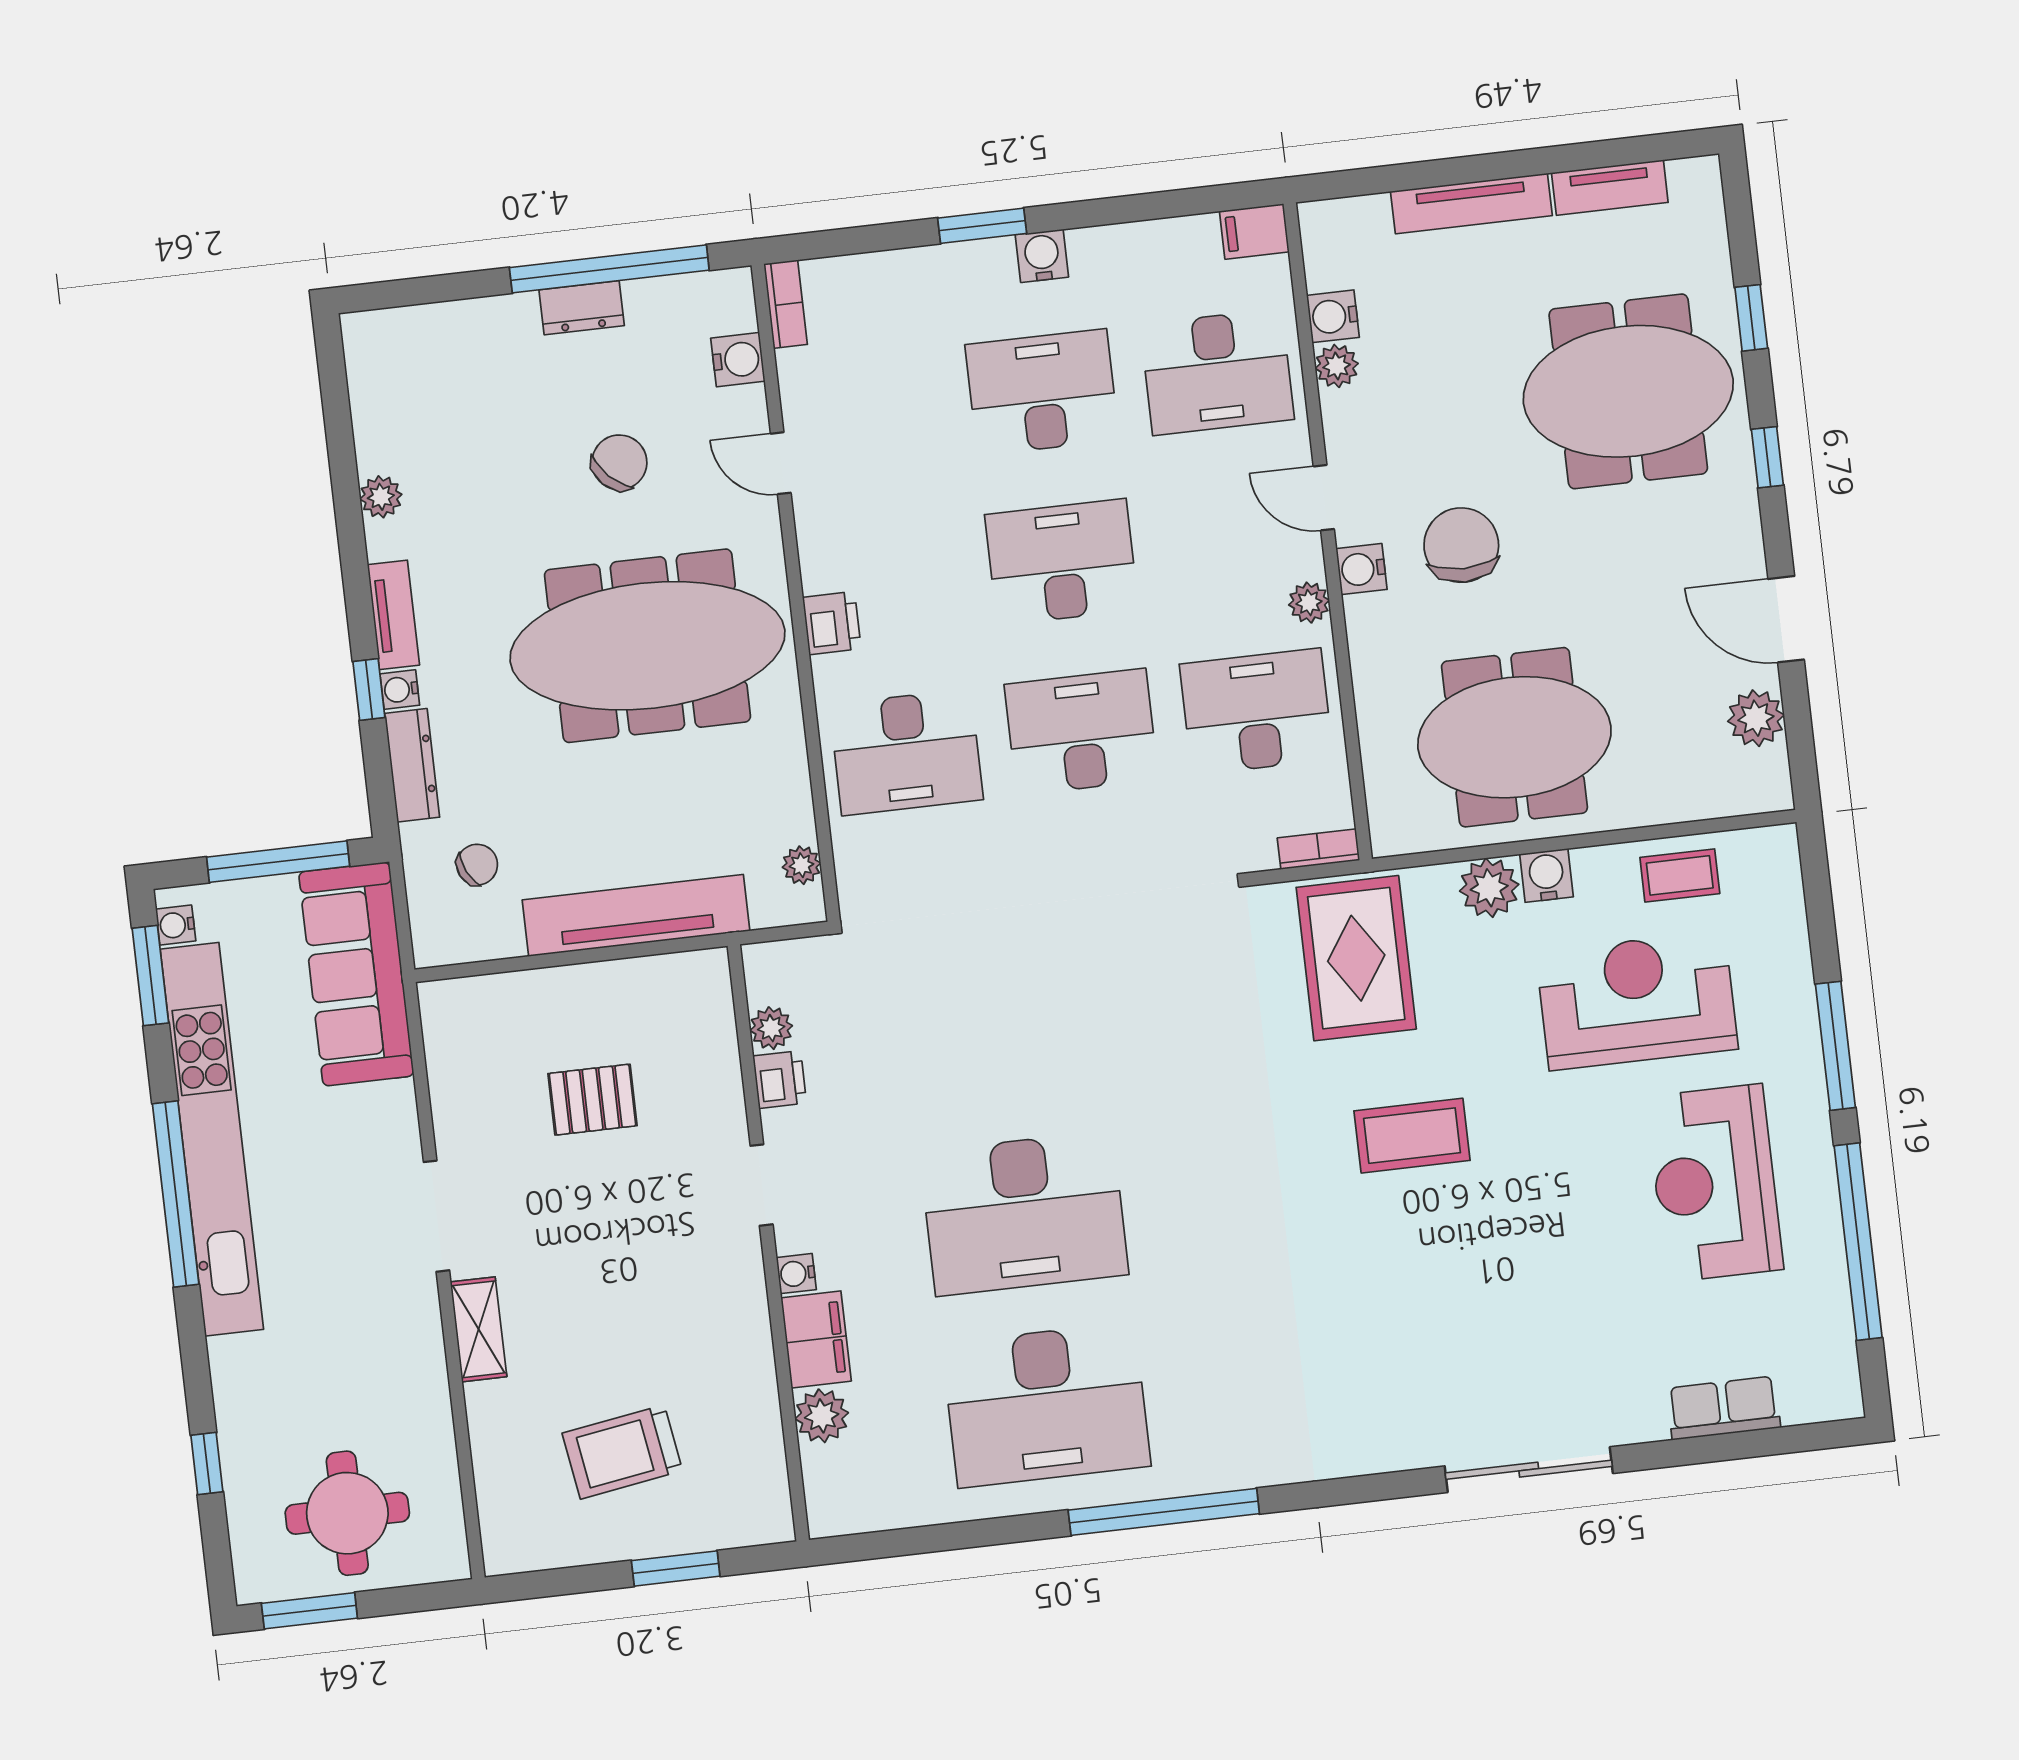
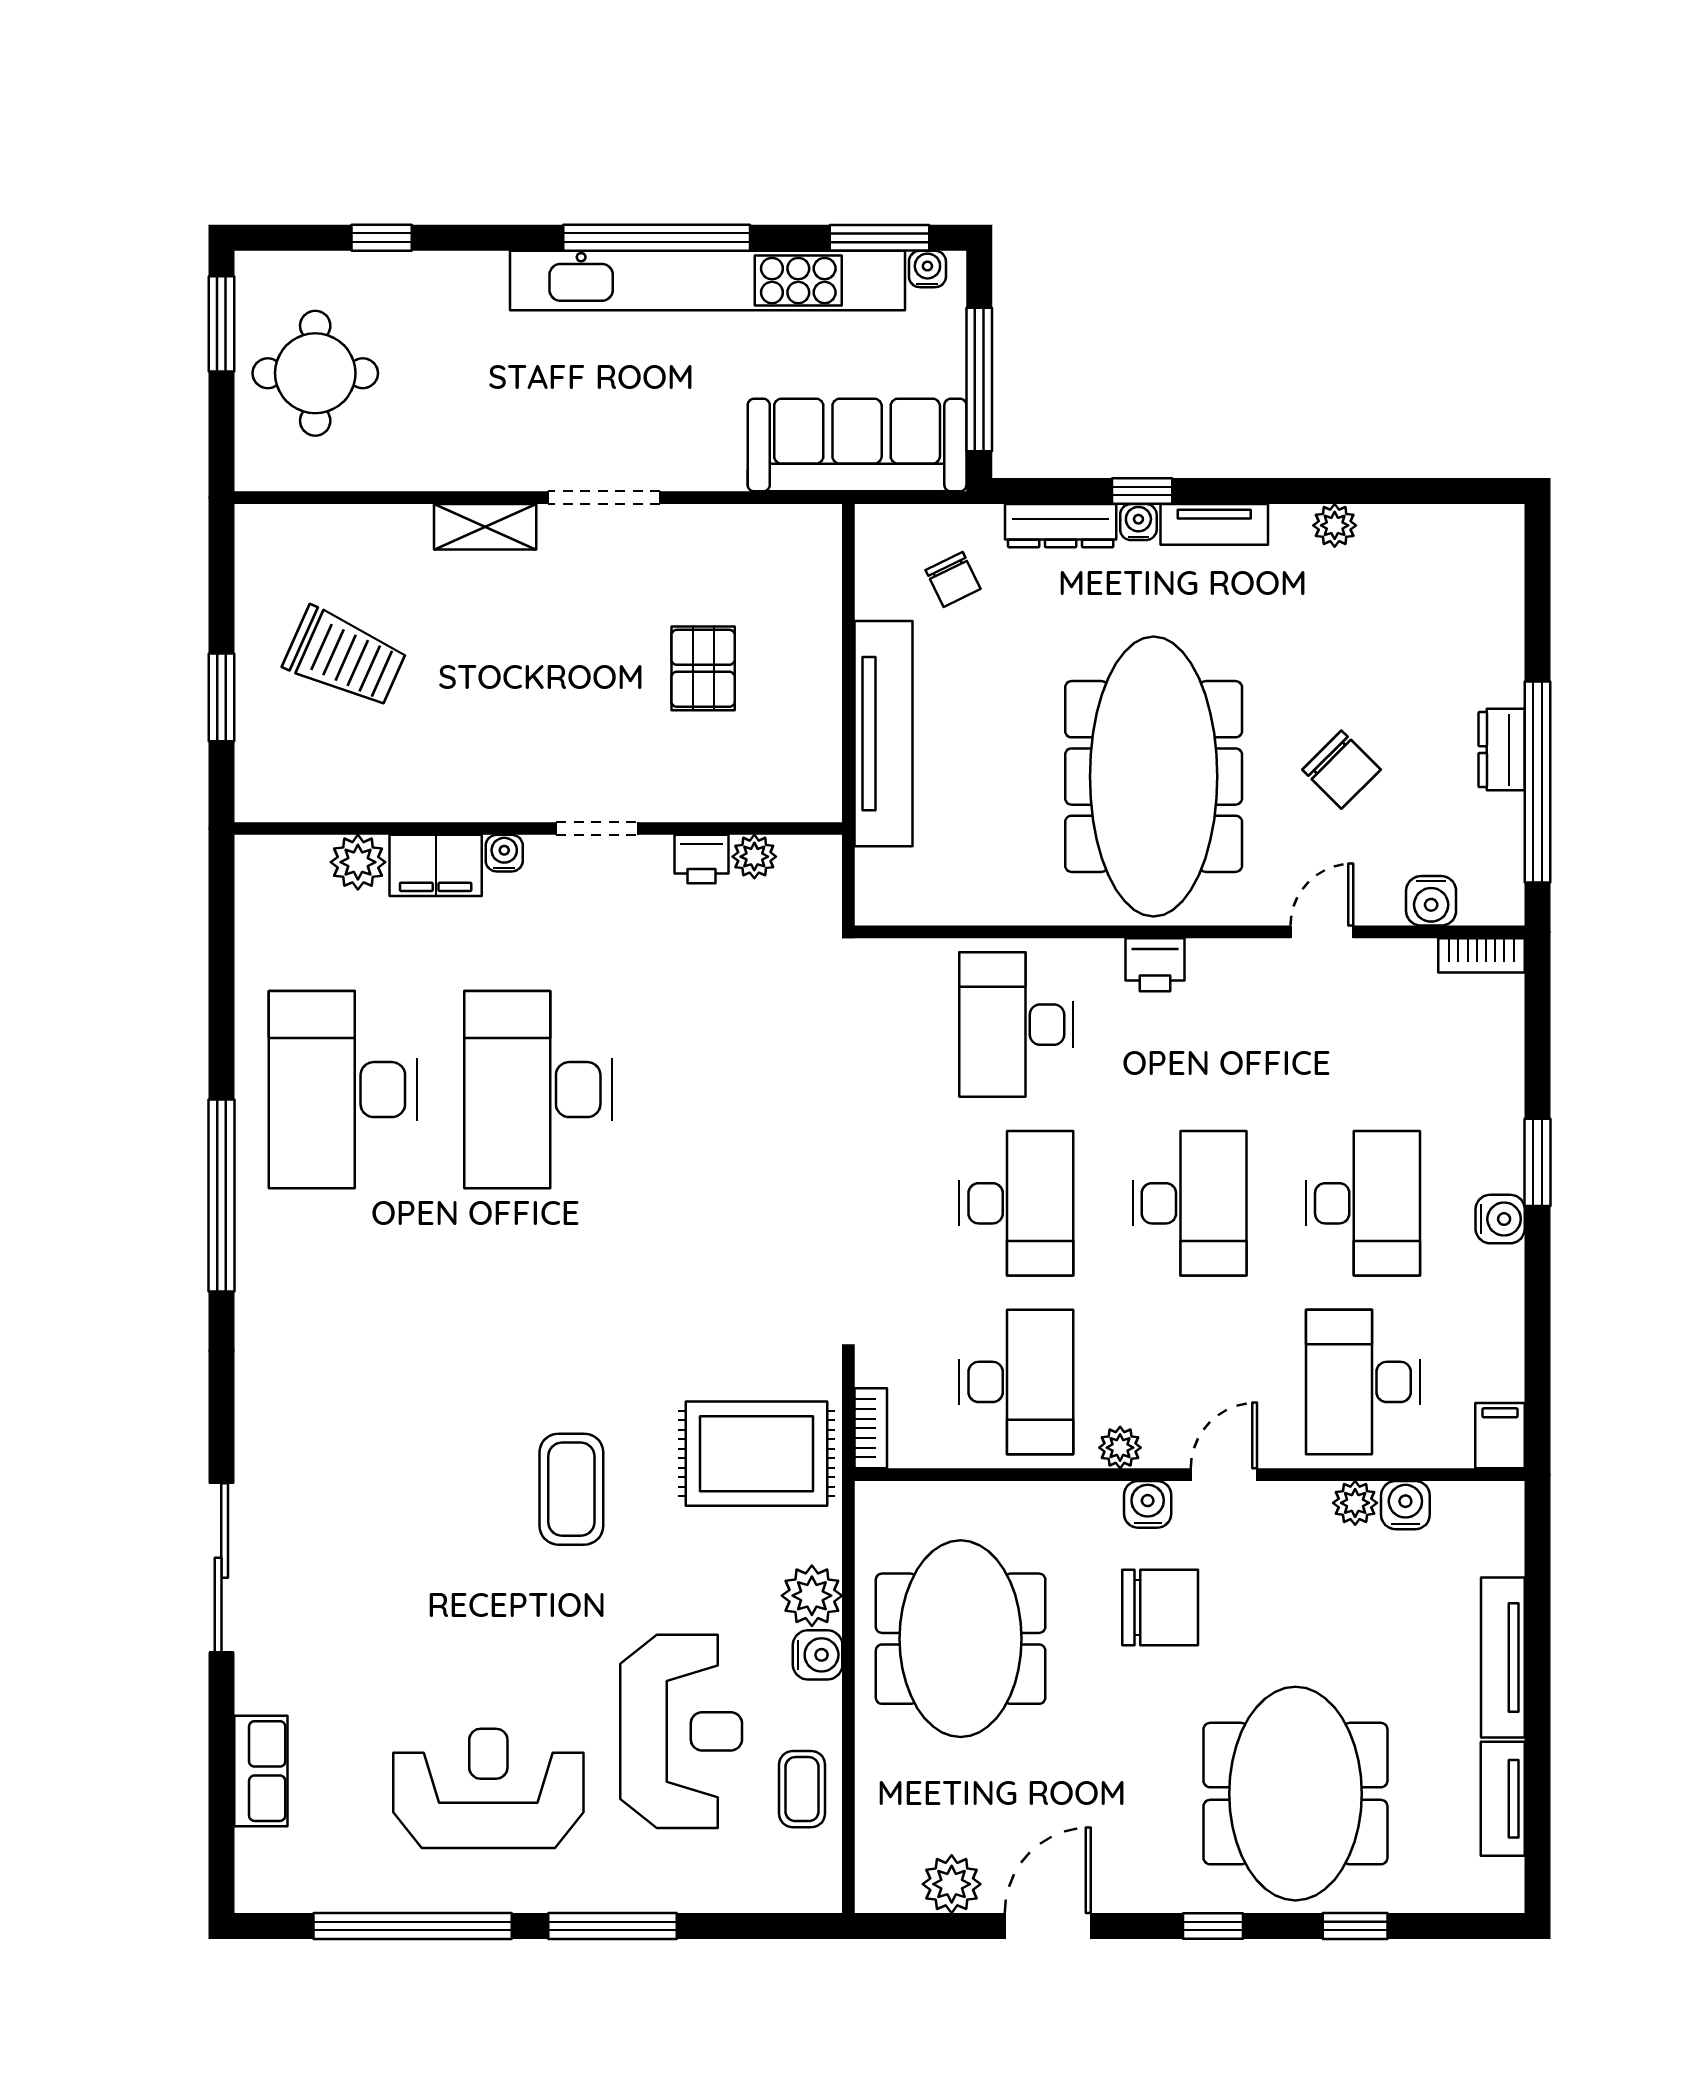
plant: (801, 865) -> (915, 906), removed
trolley: (622, 1452) -> (345, 657), turned 123

